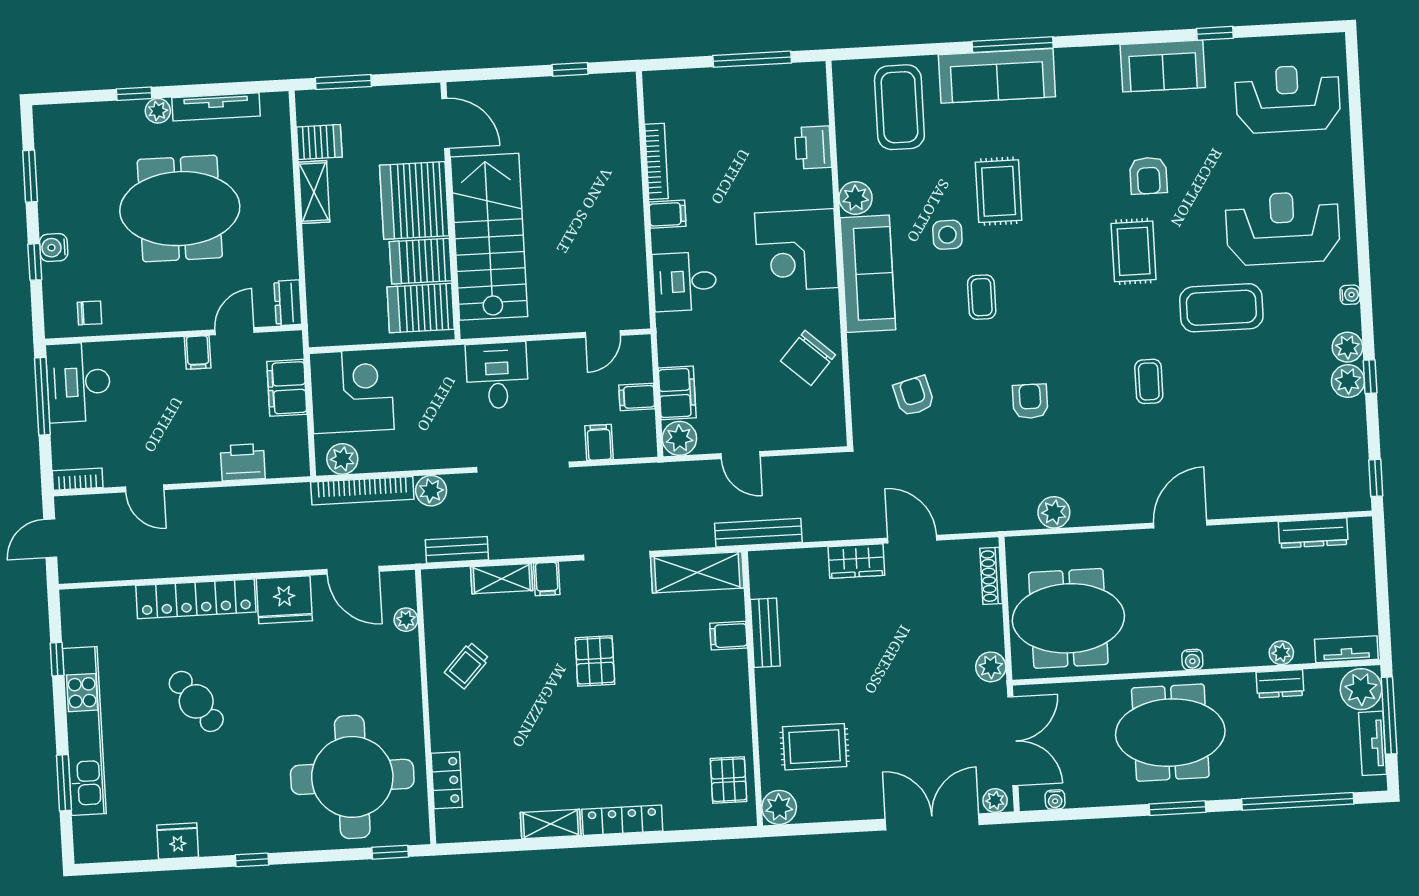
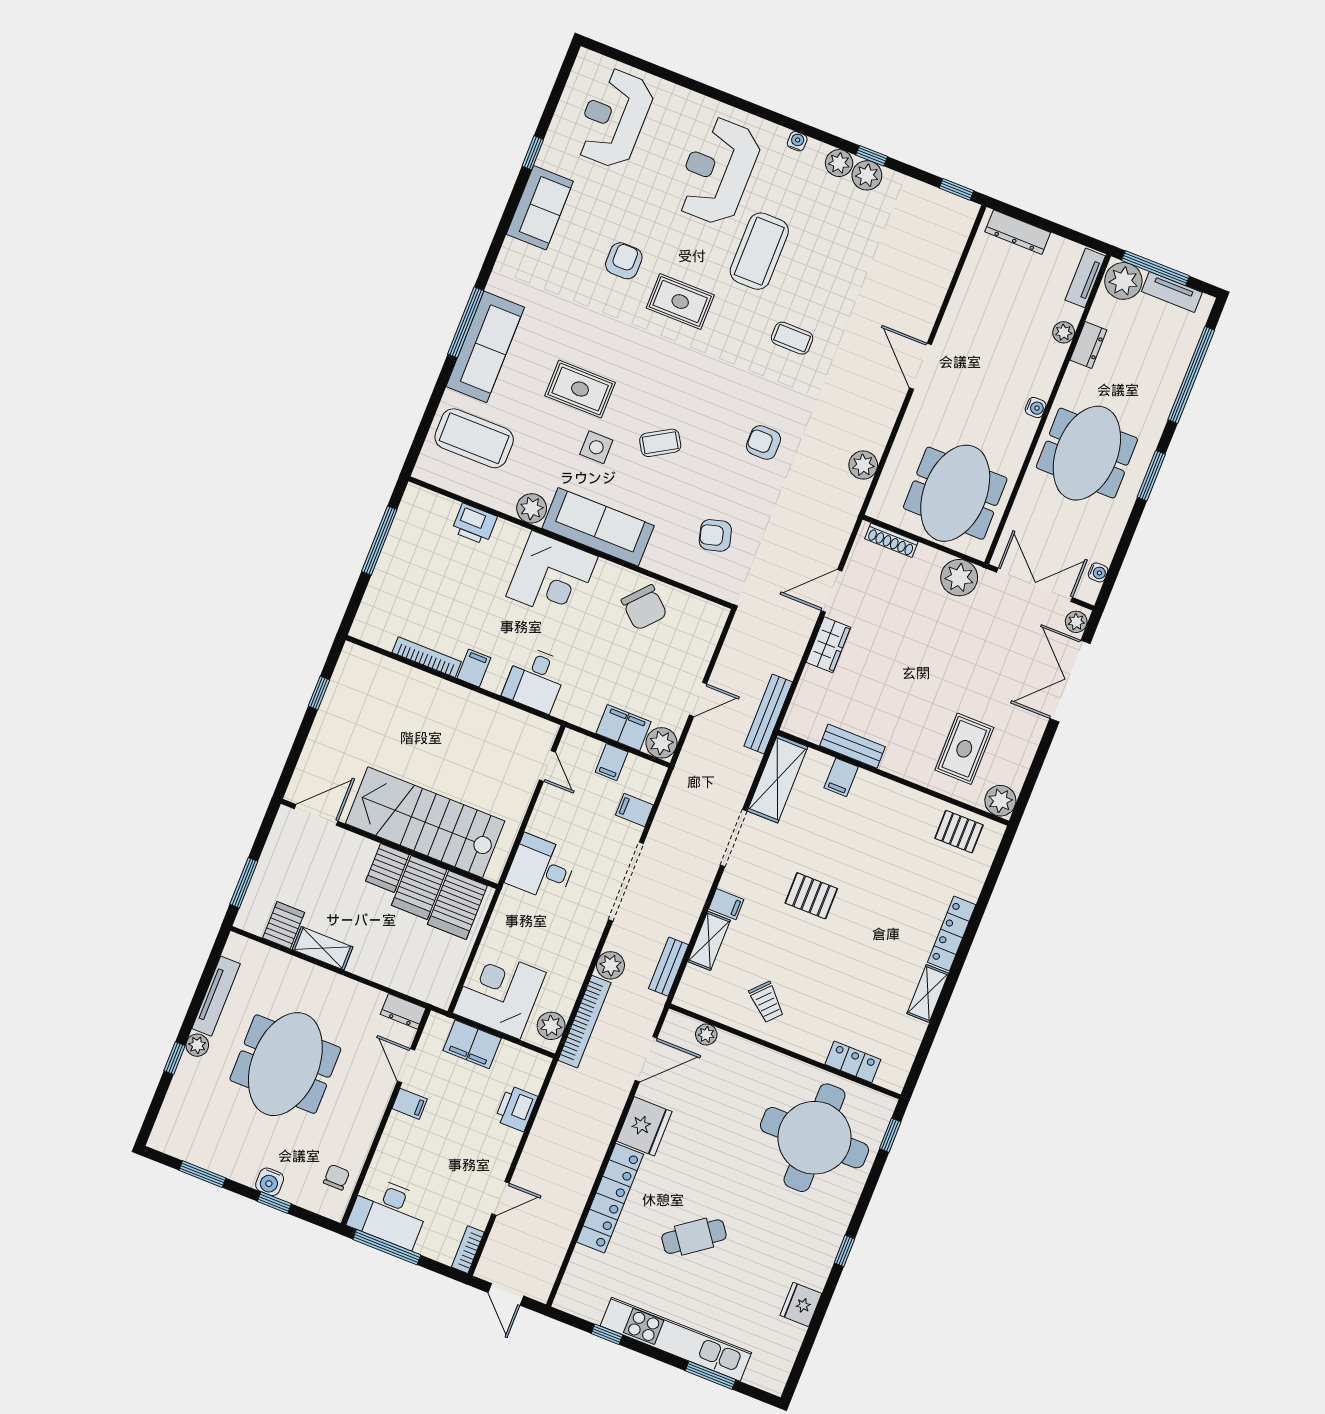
armchair: (1148, 176) -> (624, 261), turned -90
server rack: (414, 200) -> (387, 868), width x0.46, depth x0.70
coffee table: (982, 297) -> (660, 443), turned -31
dresser: (1313, 533) -> (1018, 232), moved, turned 90
plant: (991, 667) -> (959, 578), width x1.36, depth x1.36

